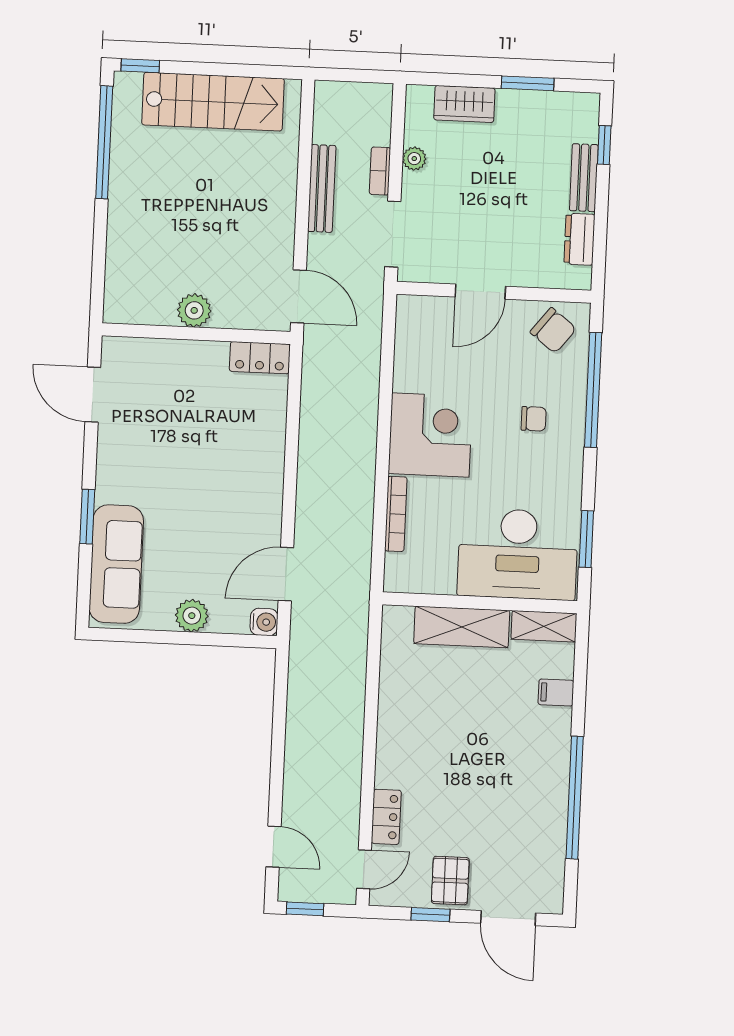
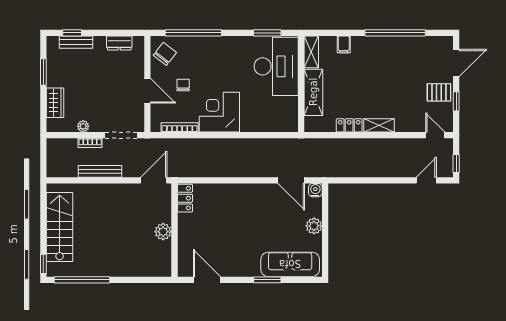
bench: (584, 178) -> (76, 42), moved
door: (93, 395) -> (207, 280), swing flipped
chair: (534, 419) -> (183, 85), moved
bookcase: (396, 514) -> (180, 127), moved
shelving: (389, 756) -> (379, 125), added
locker: (386, 817) -> (349, 125), moved

